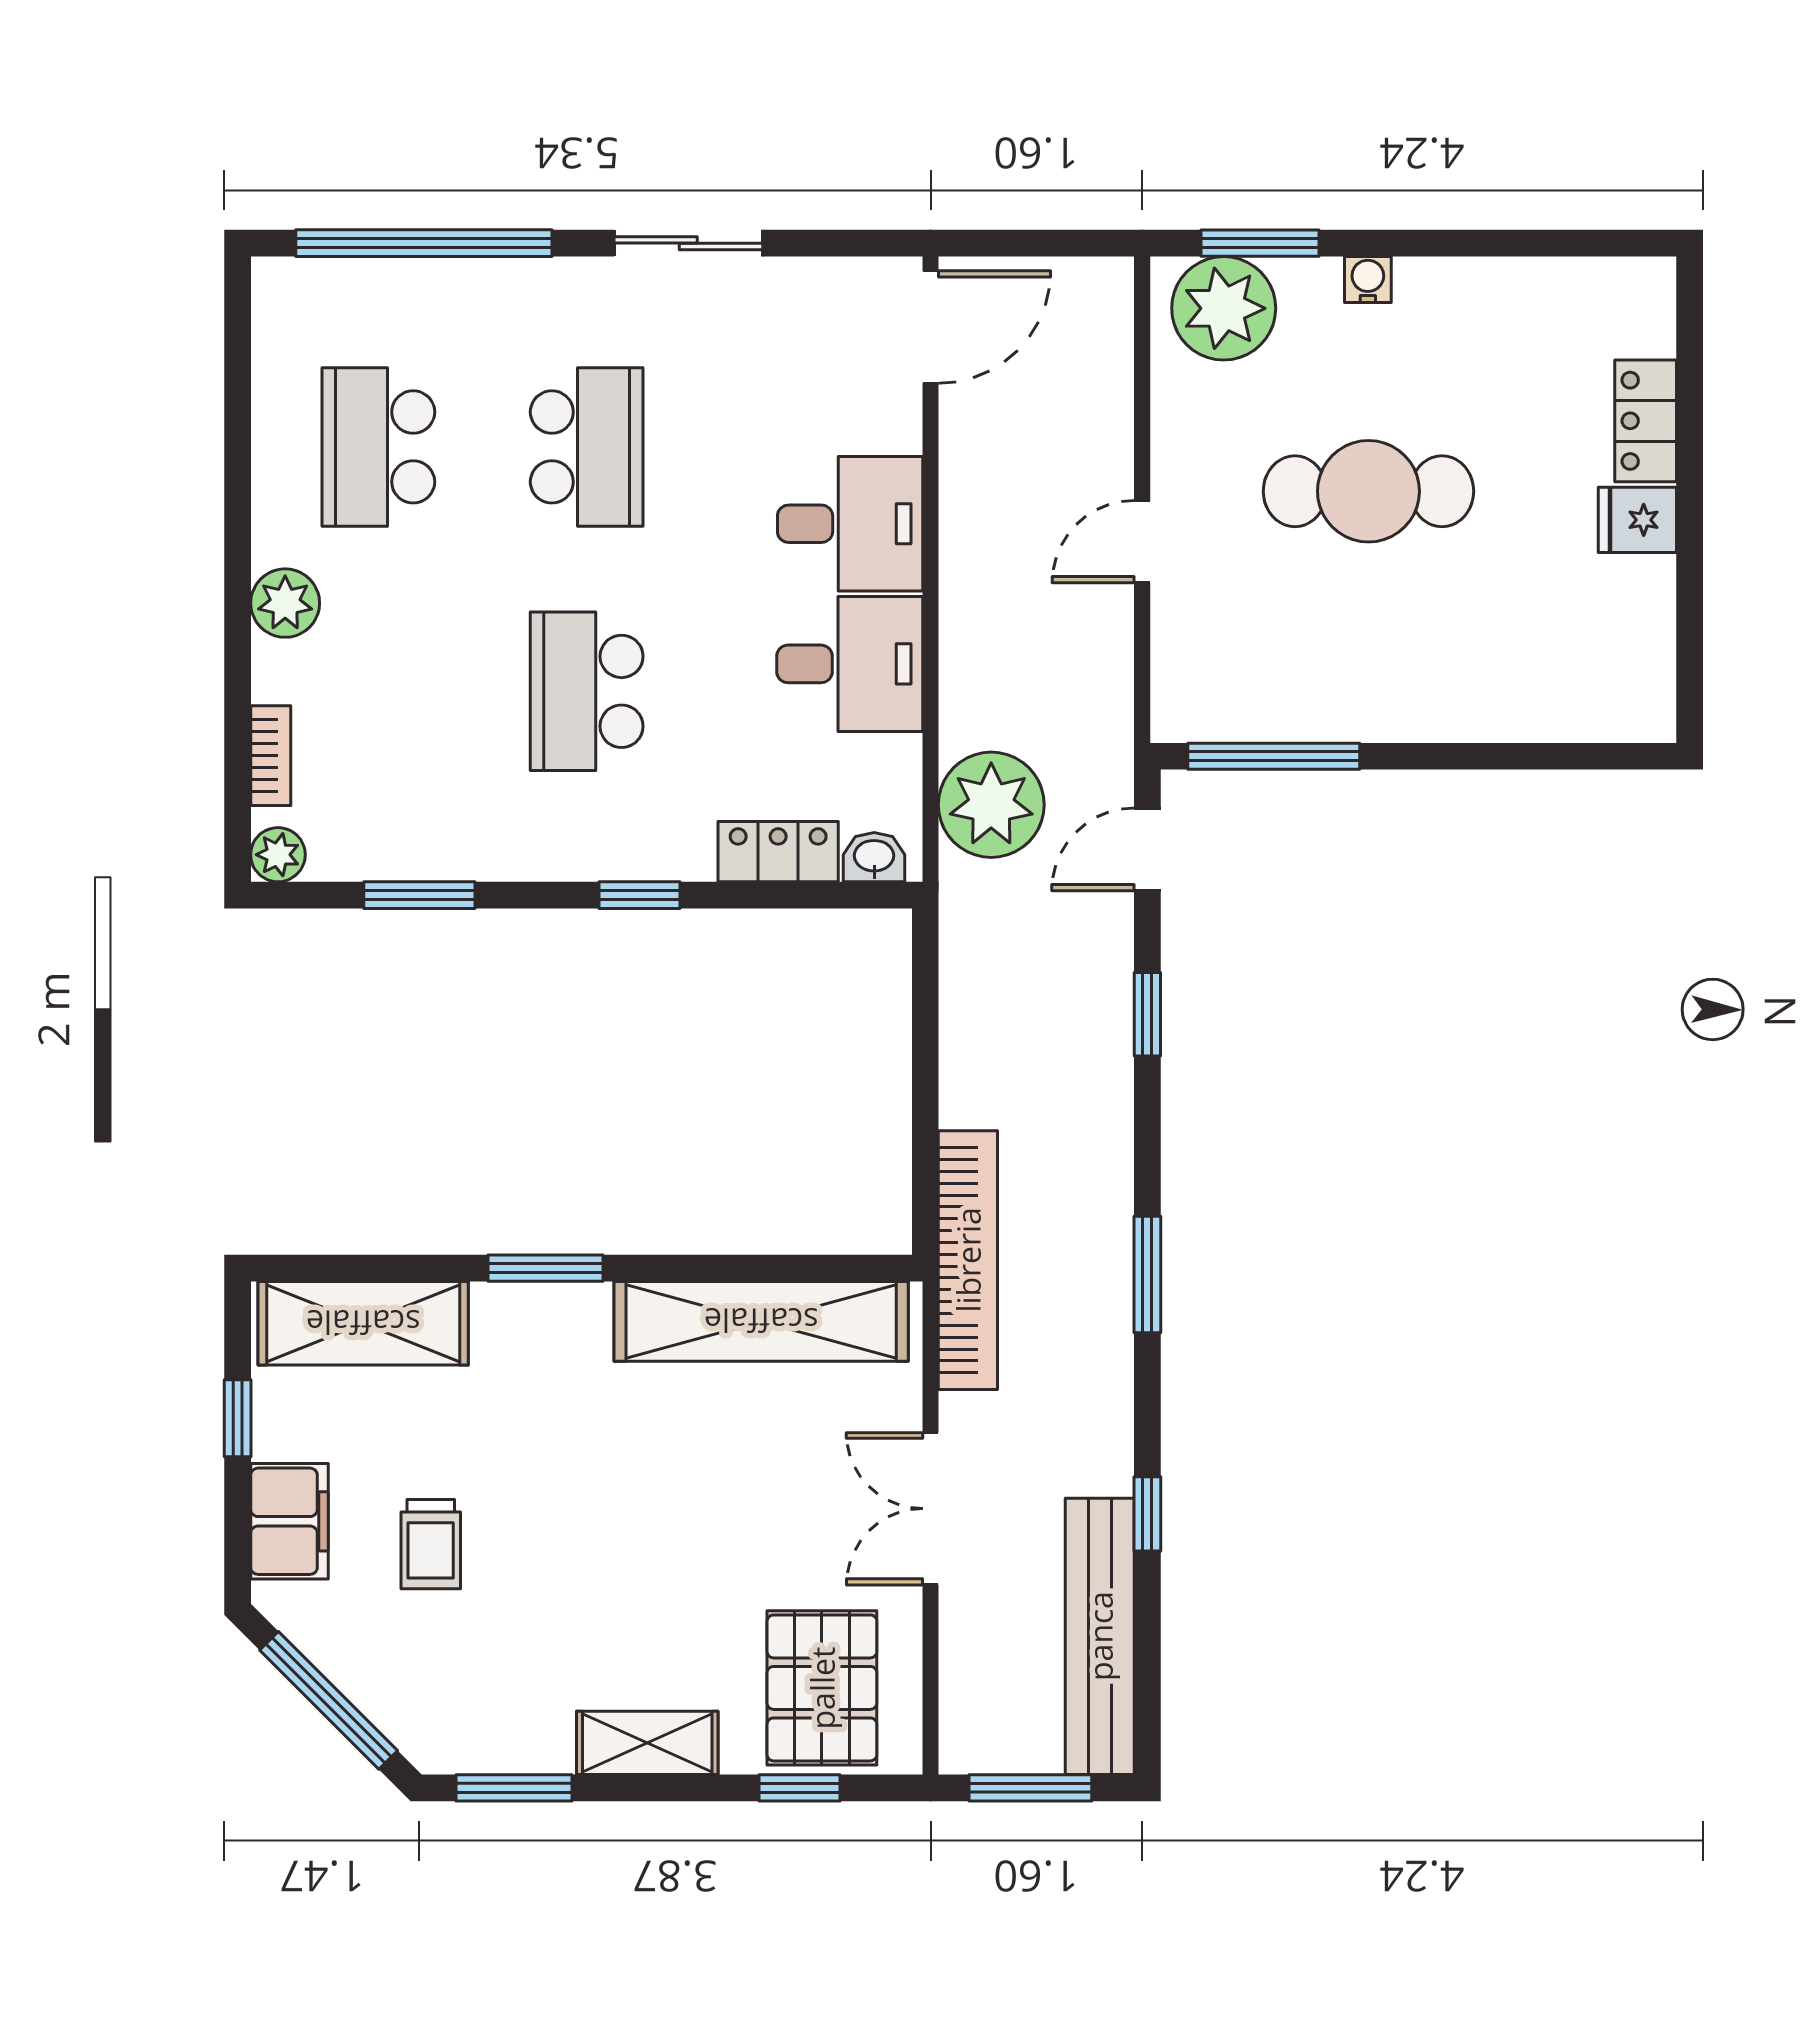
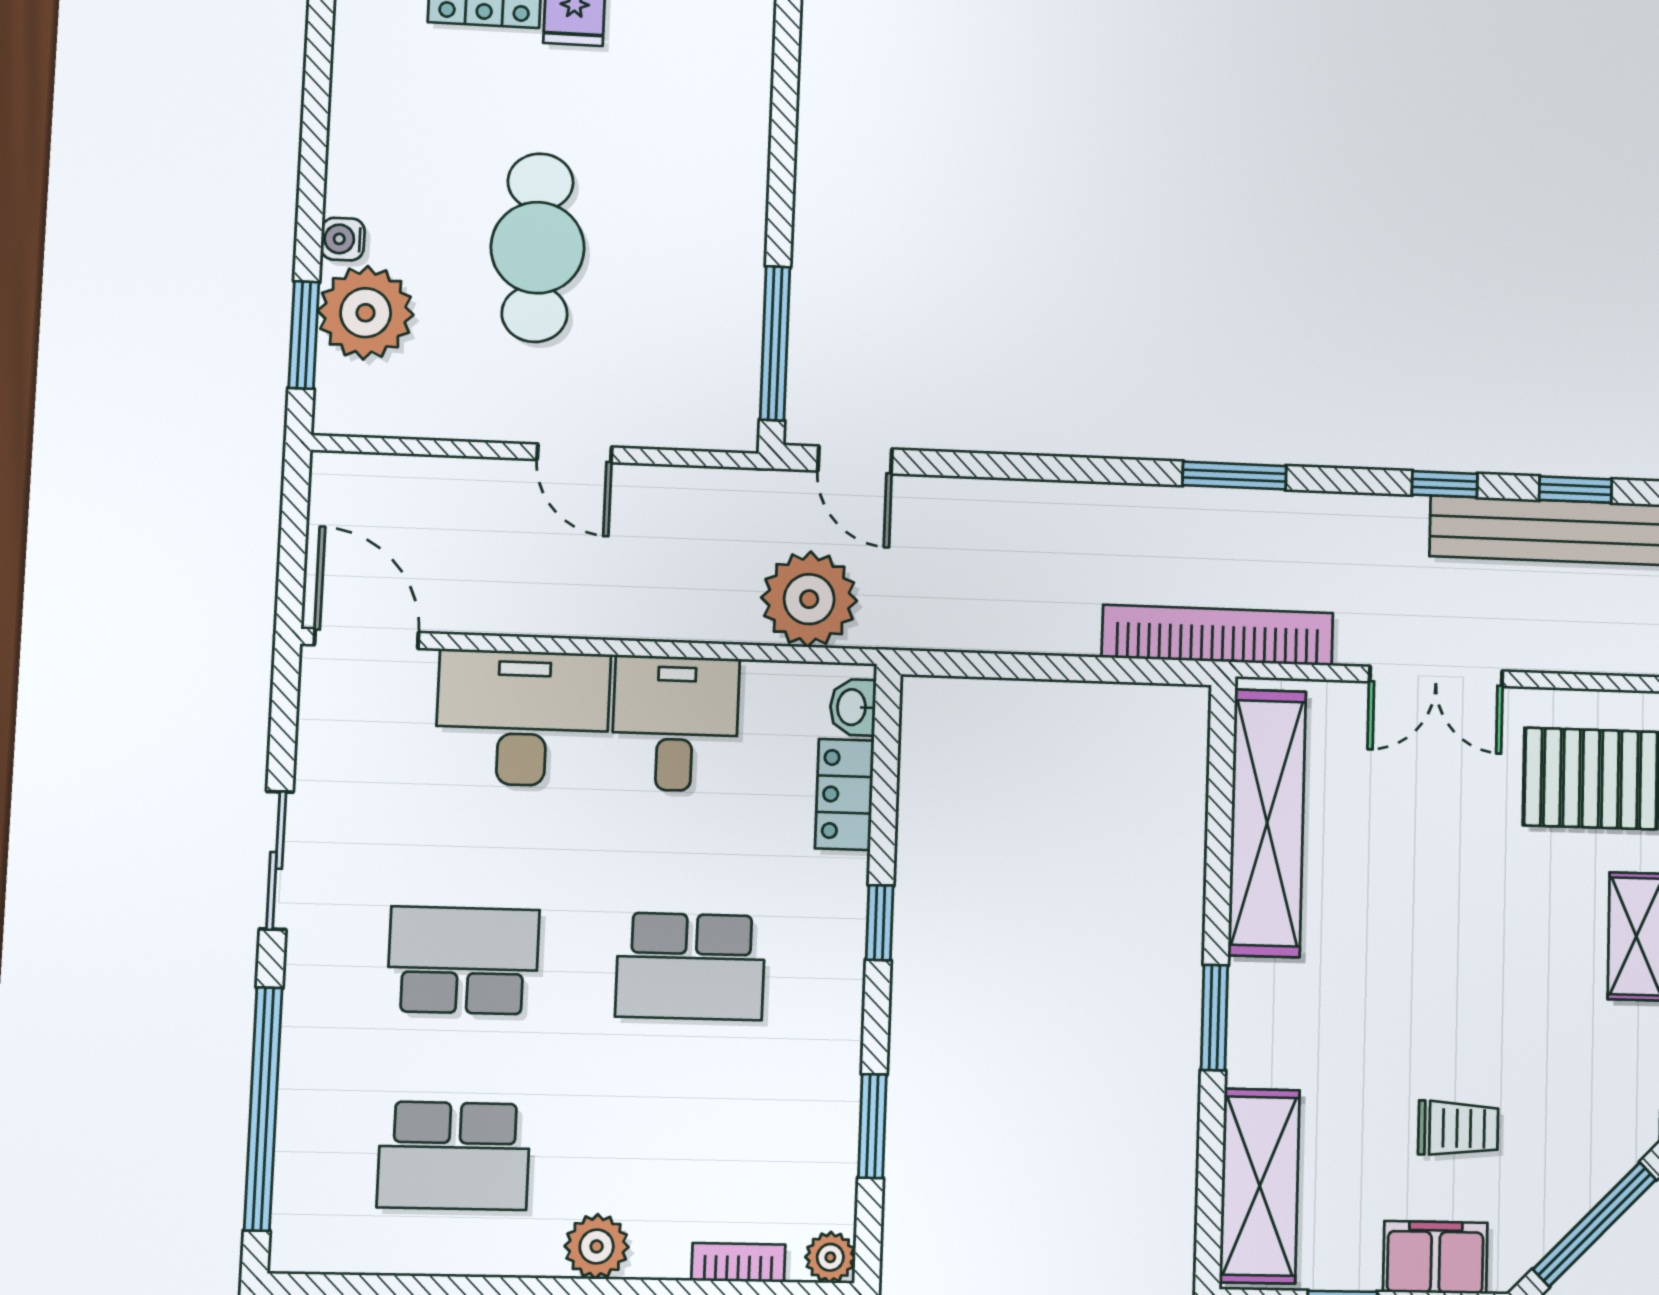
plant: (1224, 308) -> (366, 313), moved
desk: (850, 524) -> (523, 718), width x1.37
window: (1147, 1014) -> (1575, 490), moved

